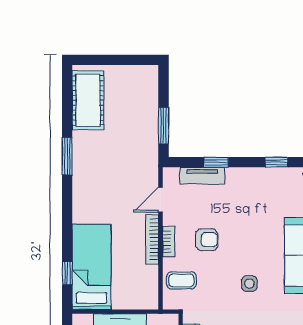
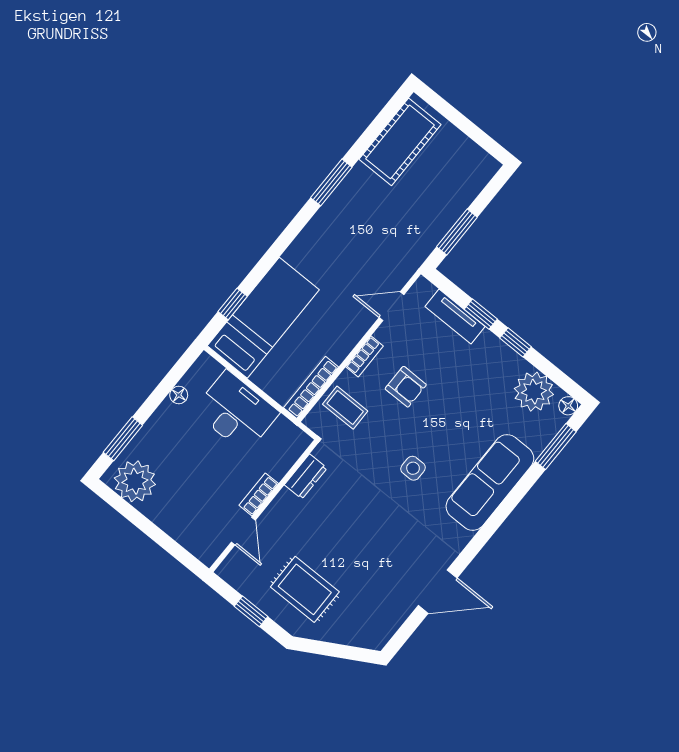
window: (277, 162) -> (515, 342), moved
plant: (283, 182) -> (534, 392), added
bookcase: (152, 240) -> (311, 387), moved

